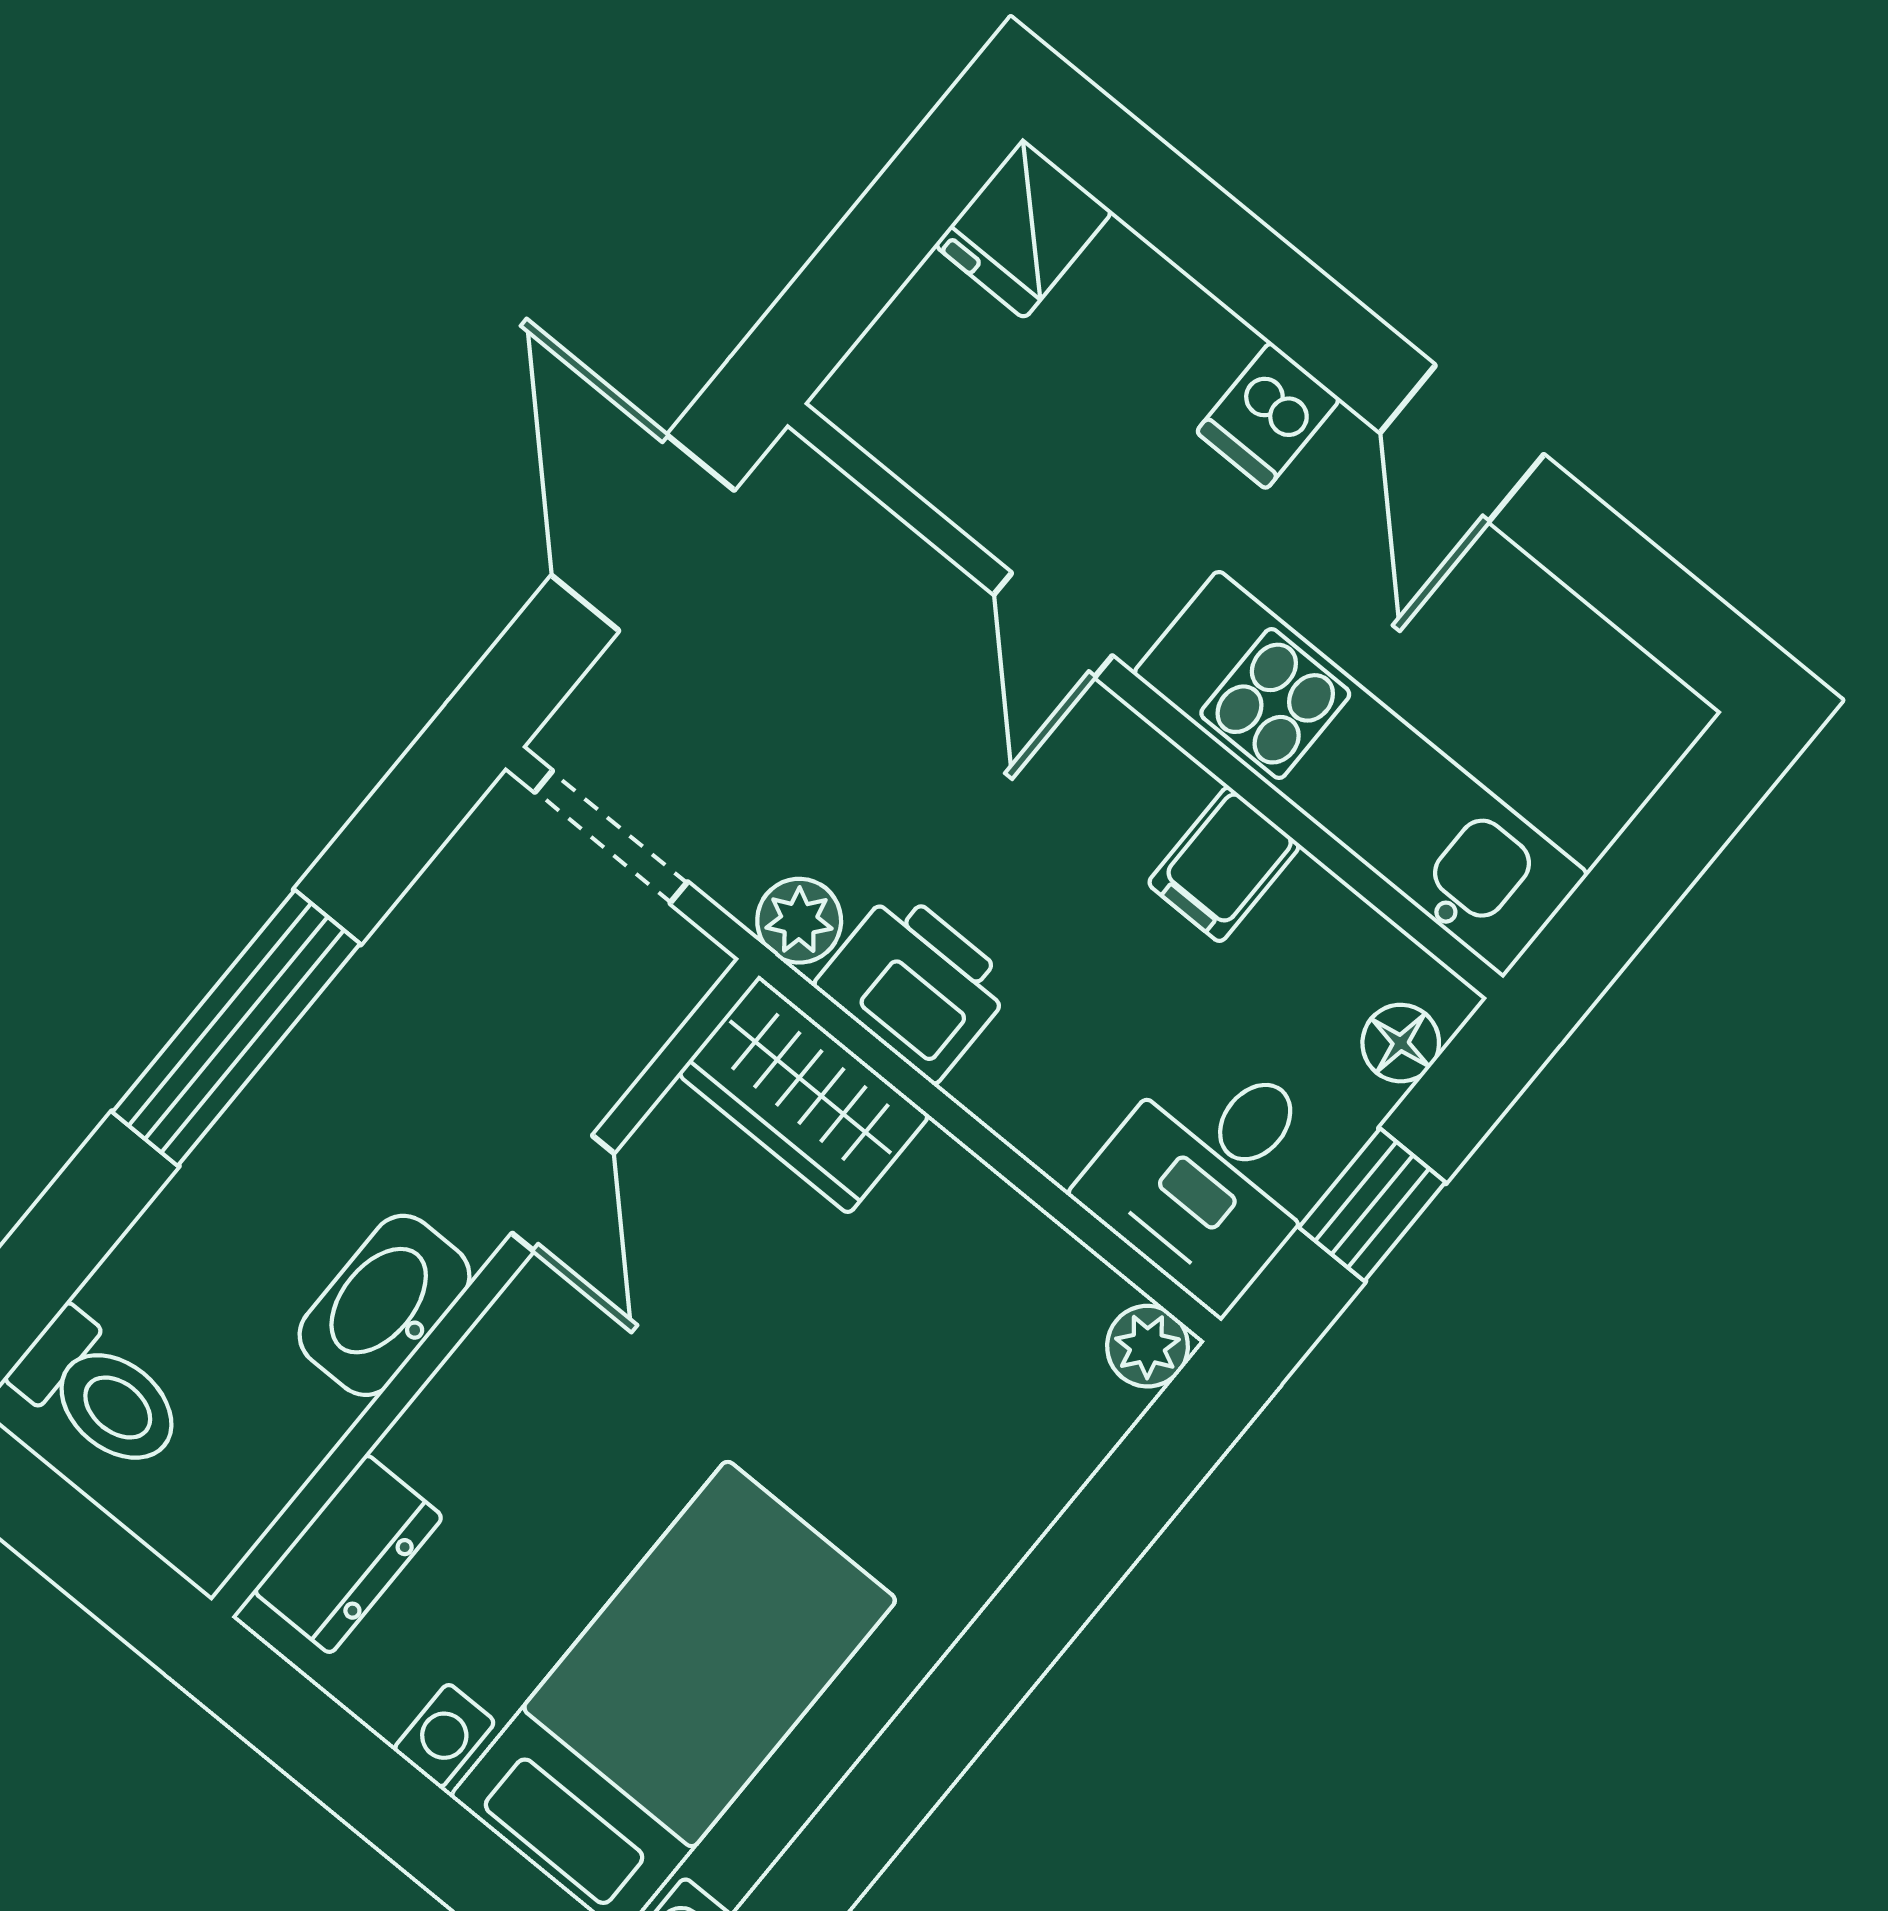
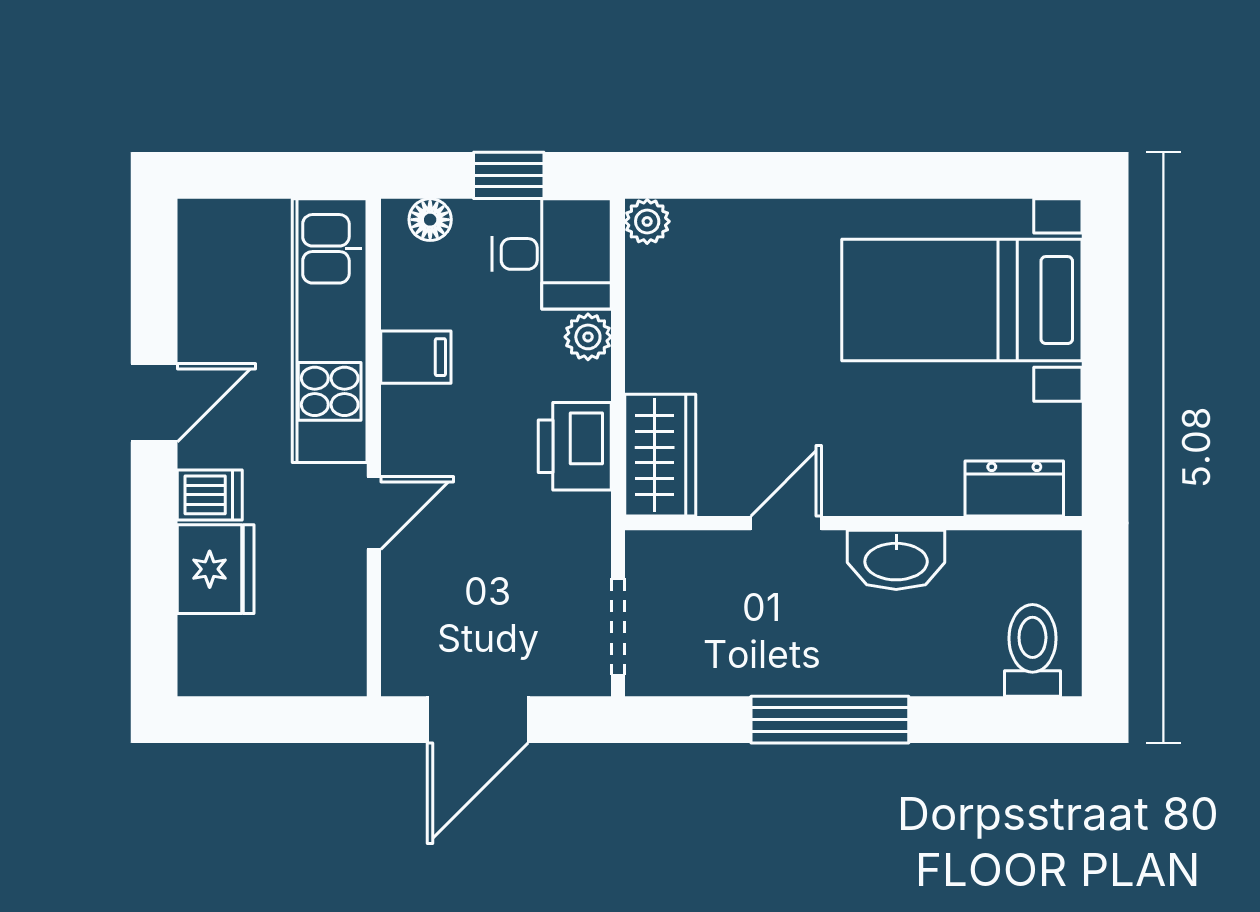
fridge: (1023, 228) -> (216, 569), moved, width x1.38
plant: (799, 921) -> (588, 337), moved

